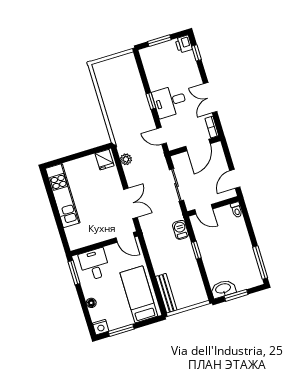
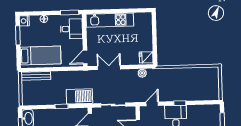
kitchen unit: (63, 196) -> (110, 20), moved
double door: (130, 203) -> (109, 68), swing flipped
barbecue: (181, 230) -> (79, 96), width x1.88, depth x1.53

